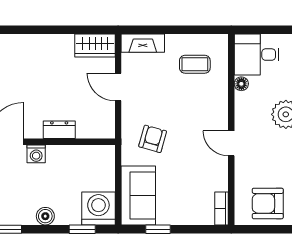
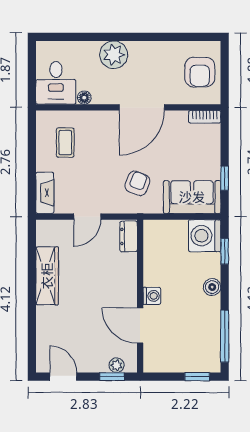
wardrobe: (95, 45) -> (47, 276), moved, width x1.50
dresser: (59, 130) -> (129, 236), moved
armchair: (153, 139) -> (137, 183), turned 95
door: (231, 143) -> (142, 107), width x1.87

